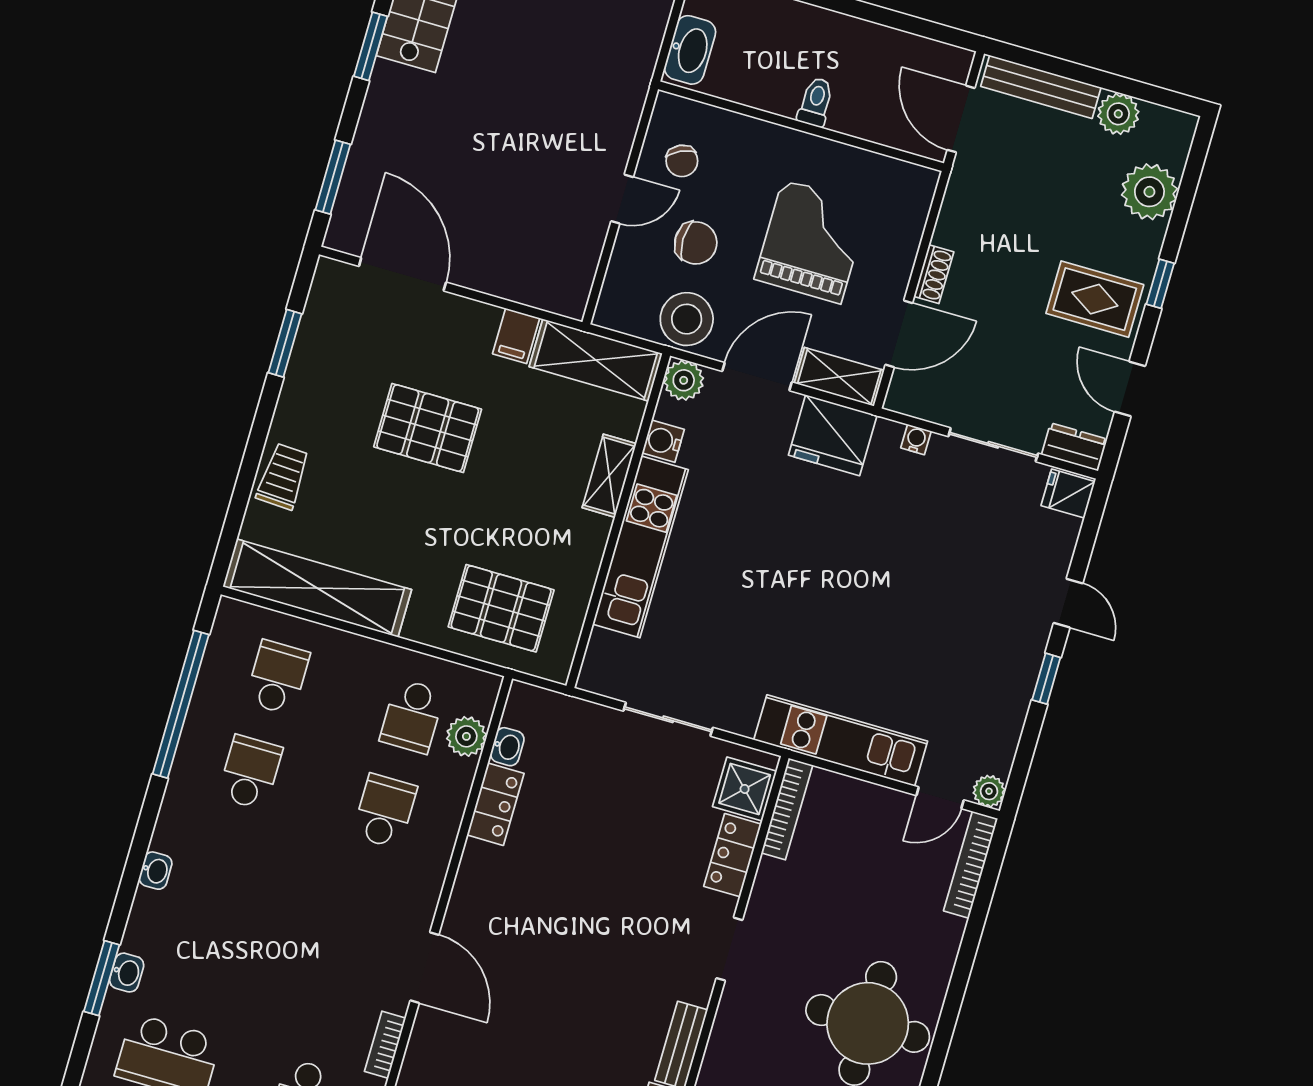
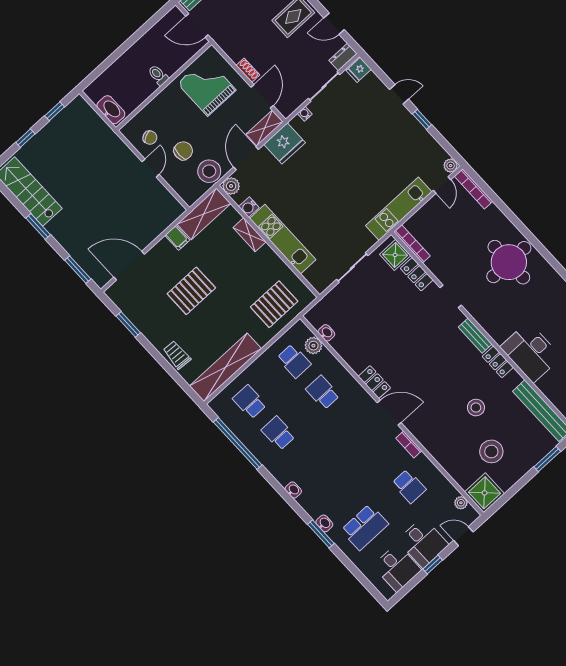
grand piano: (812, 242) -> (207, 87), moved
locker: (496, 804) -> (374, 382), moved

